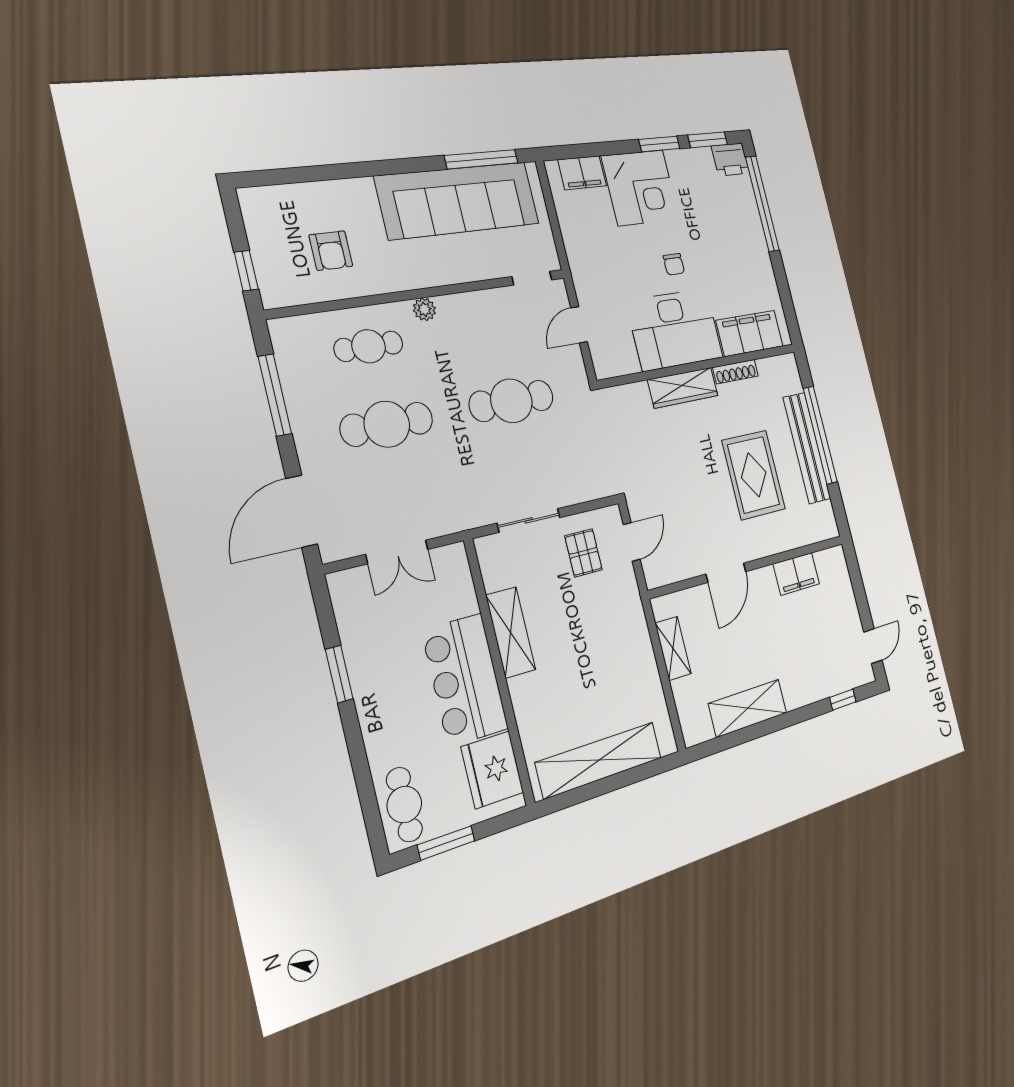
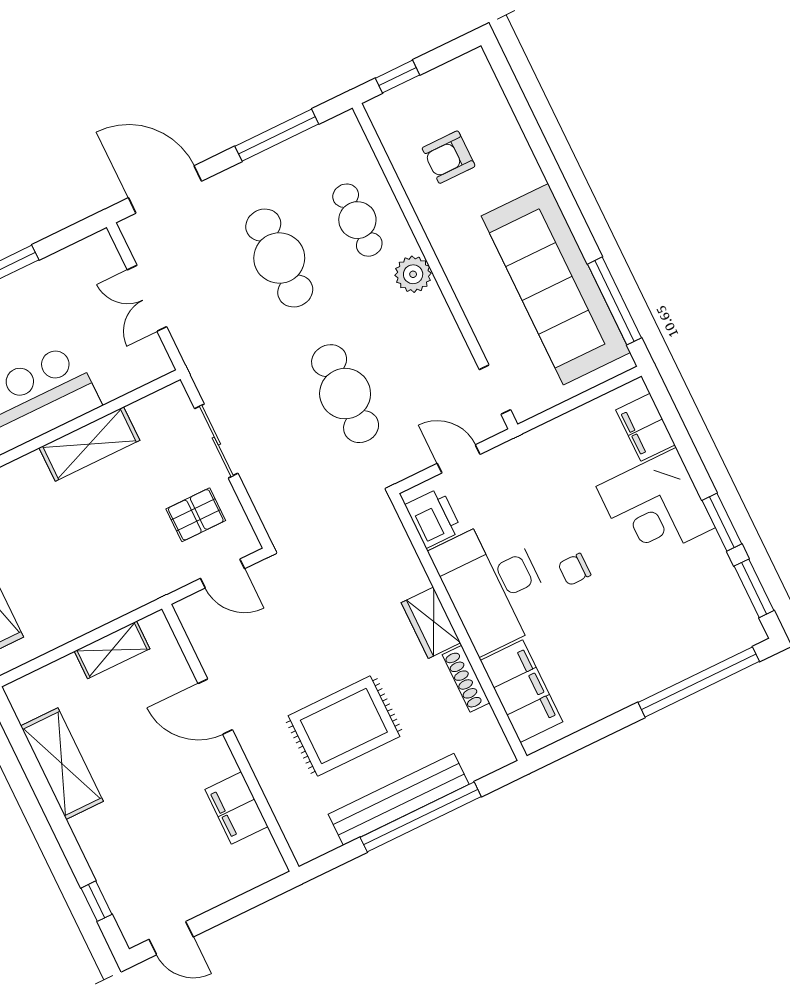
printer: (730, 160) -> (433, 518), moved, turned 180
plant: (424, 309) -> (413, 274), width x1.38, depth x1.38
wardrobe: (683, 388) -> (431, 623), width x0.67

